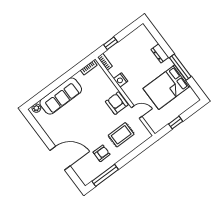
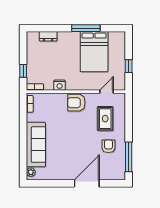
dresser: (160, 53) -> (48, 36), moved
door: (137, 112) -> (107, 92), moved

